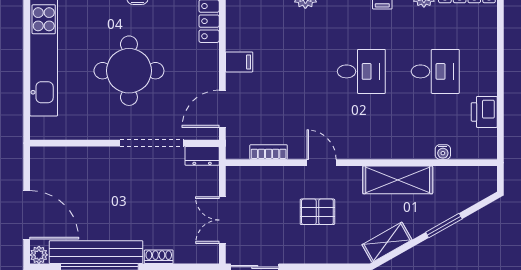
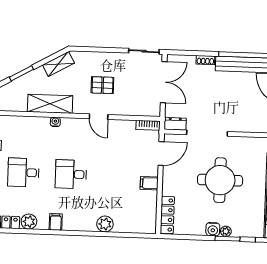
bookcase: (269, 152) -> (148, 125), moved
water cooler: (443, 152) -> (55, 122), moved
double door: (222, 220) -> (164, 82), width x1.37

